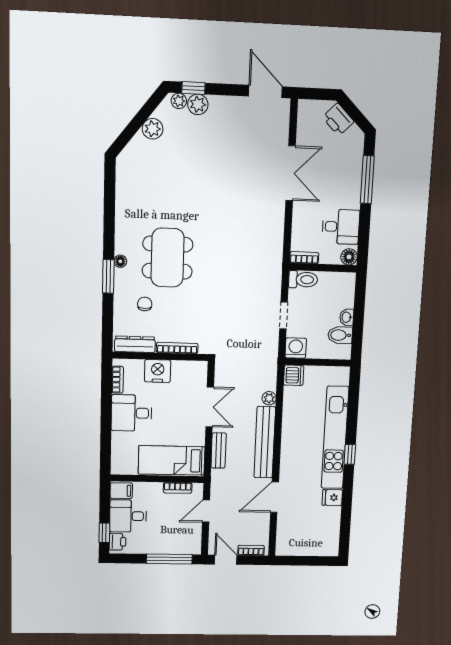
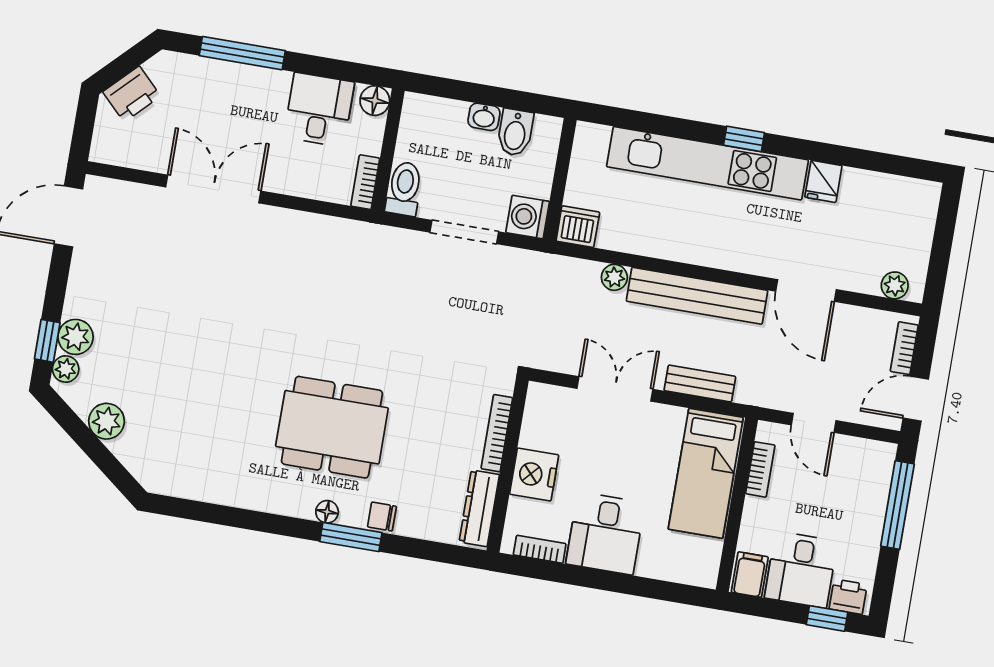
chair: (145, 304) -> (382, 517), moved
doorway: (284, 315) -> (464, 232), width x1.38
plant: (283, 541) -> (895, 285), added

